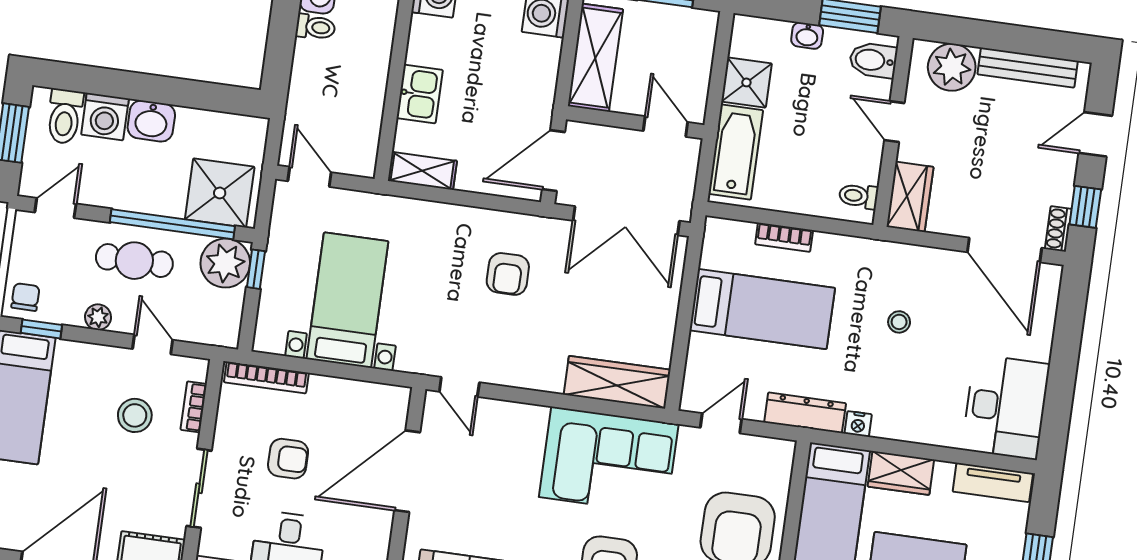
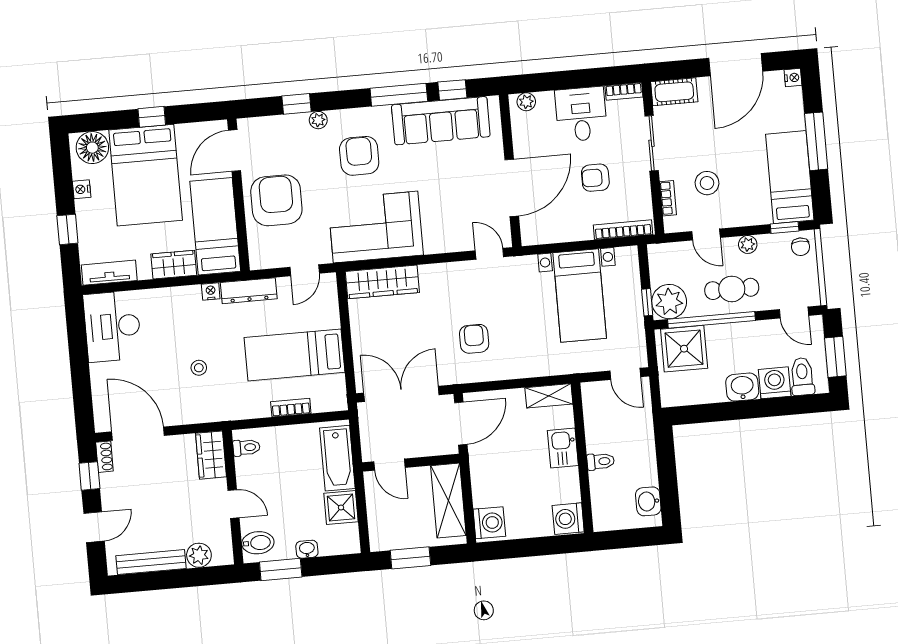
toilet: (315, 27) -> (601, 461), moved, turned 180
plant: (952, 67) -> (199, 555), width x0.73, depth x0.73
door: (55, 208) -> (794, 312), hinge flipped

